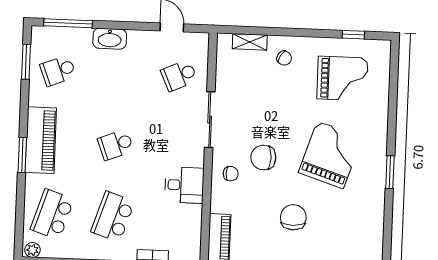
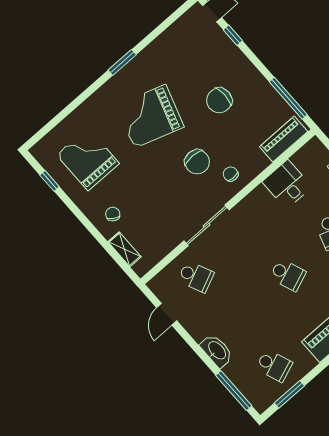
desk: (184, 185) -> (287, 184), moved

